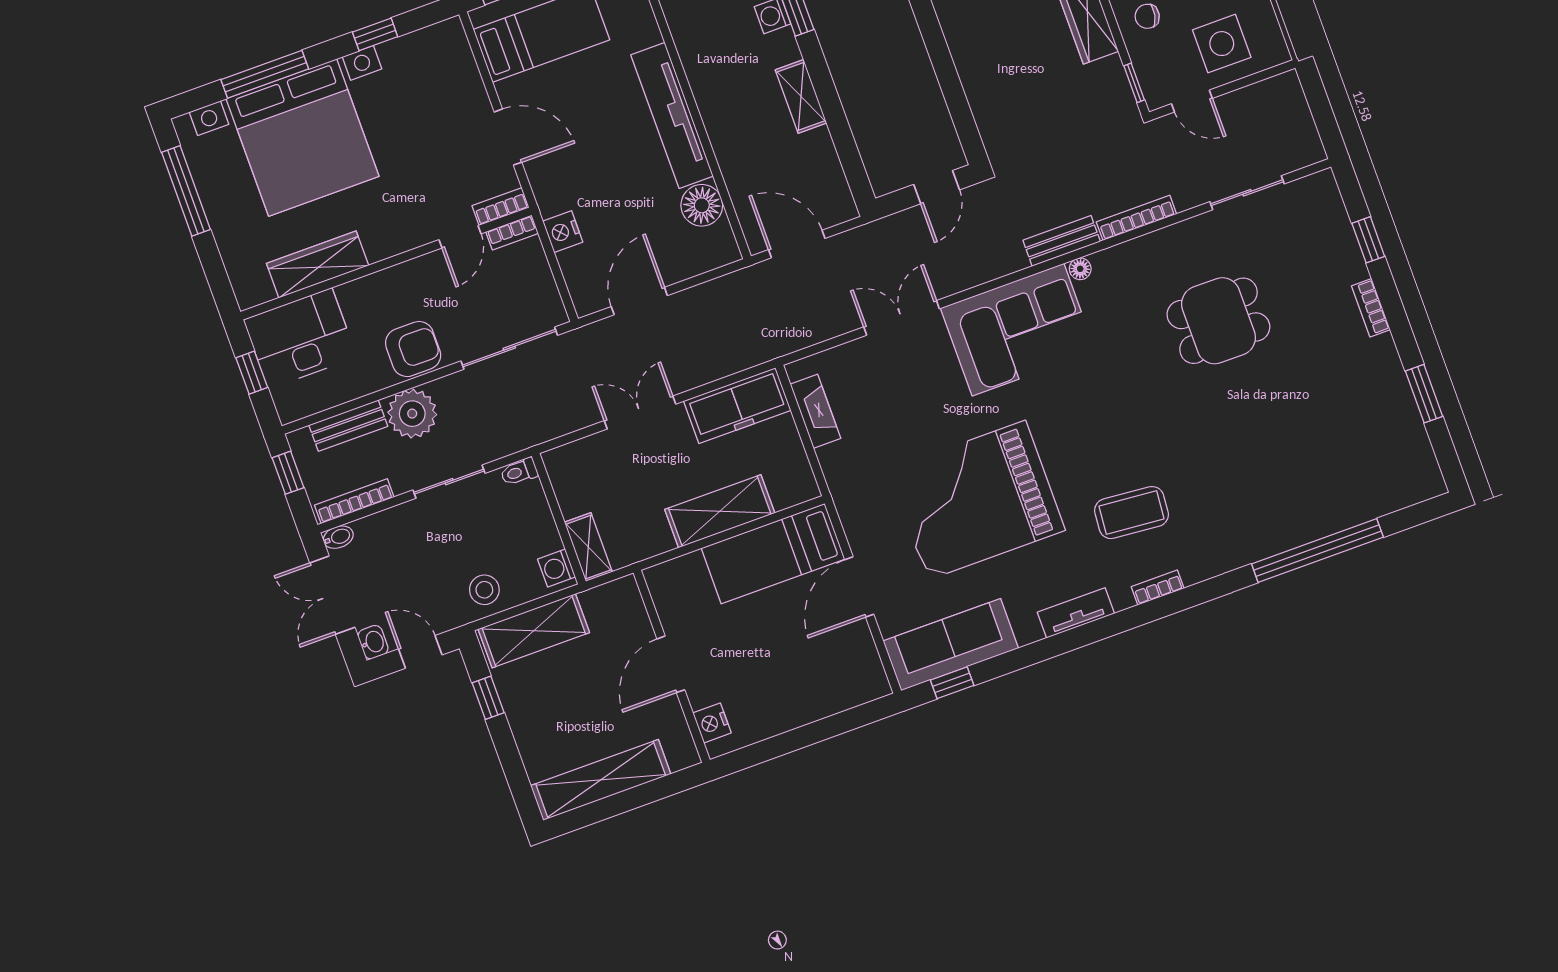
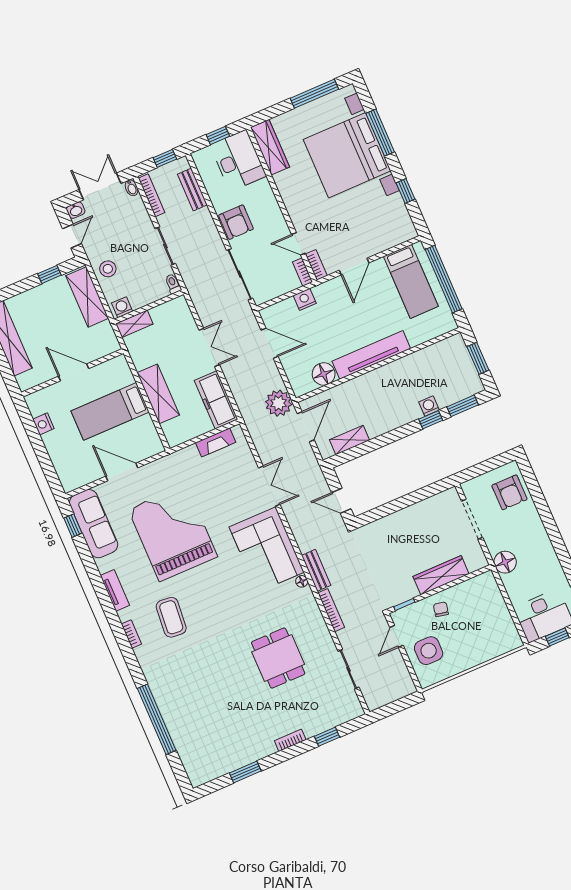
shelving: (801, 96) -> (349, 440), moved
wardrobe: (318, 264) -> (270, 147), moved
plant: (412, 414) -> (279, 403), moved
bed: (773, 554) -> (110, 411), moved, turned -90
nightstand: (712, 723) -> (43, 424), moved, turned -90

